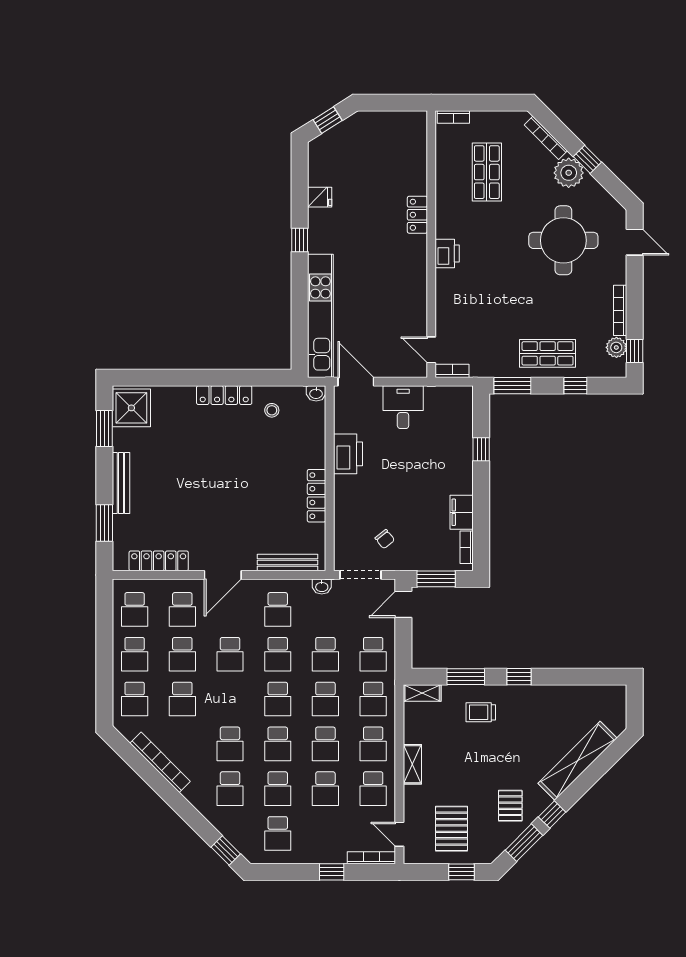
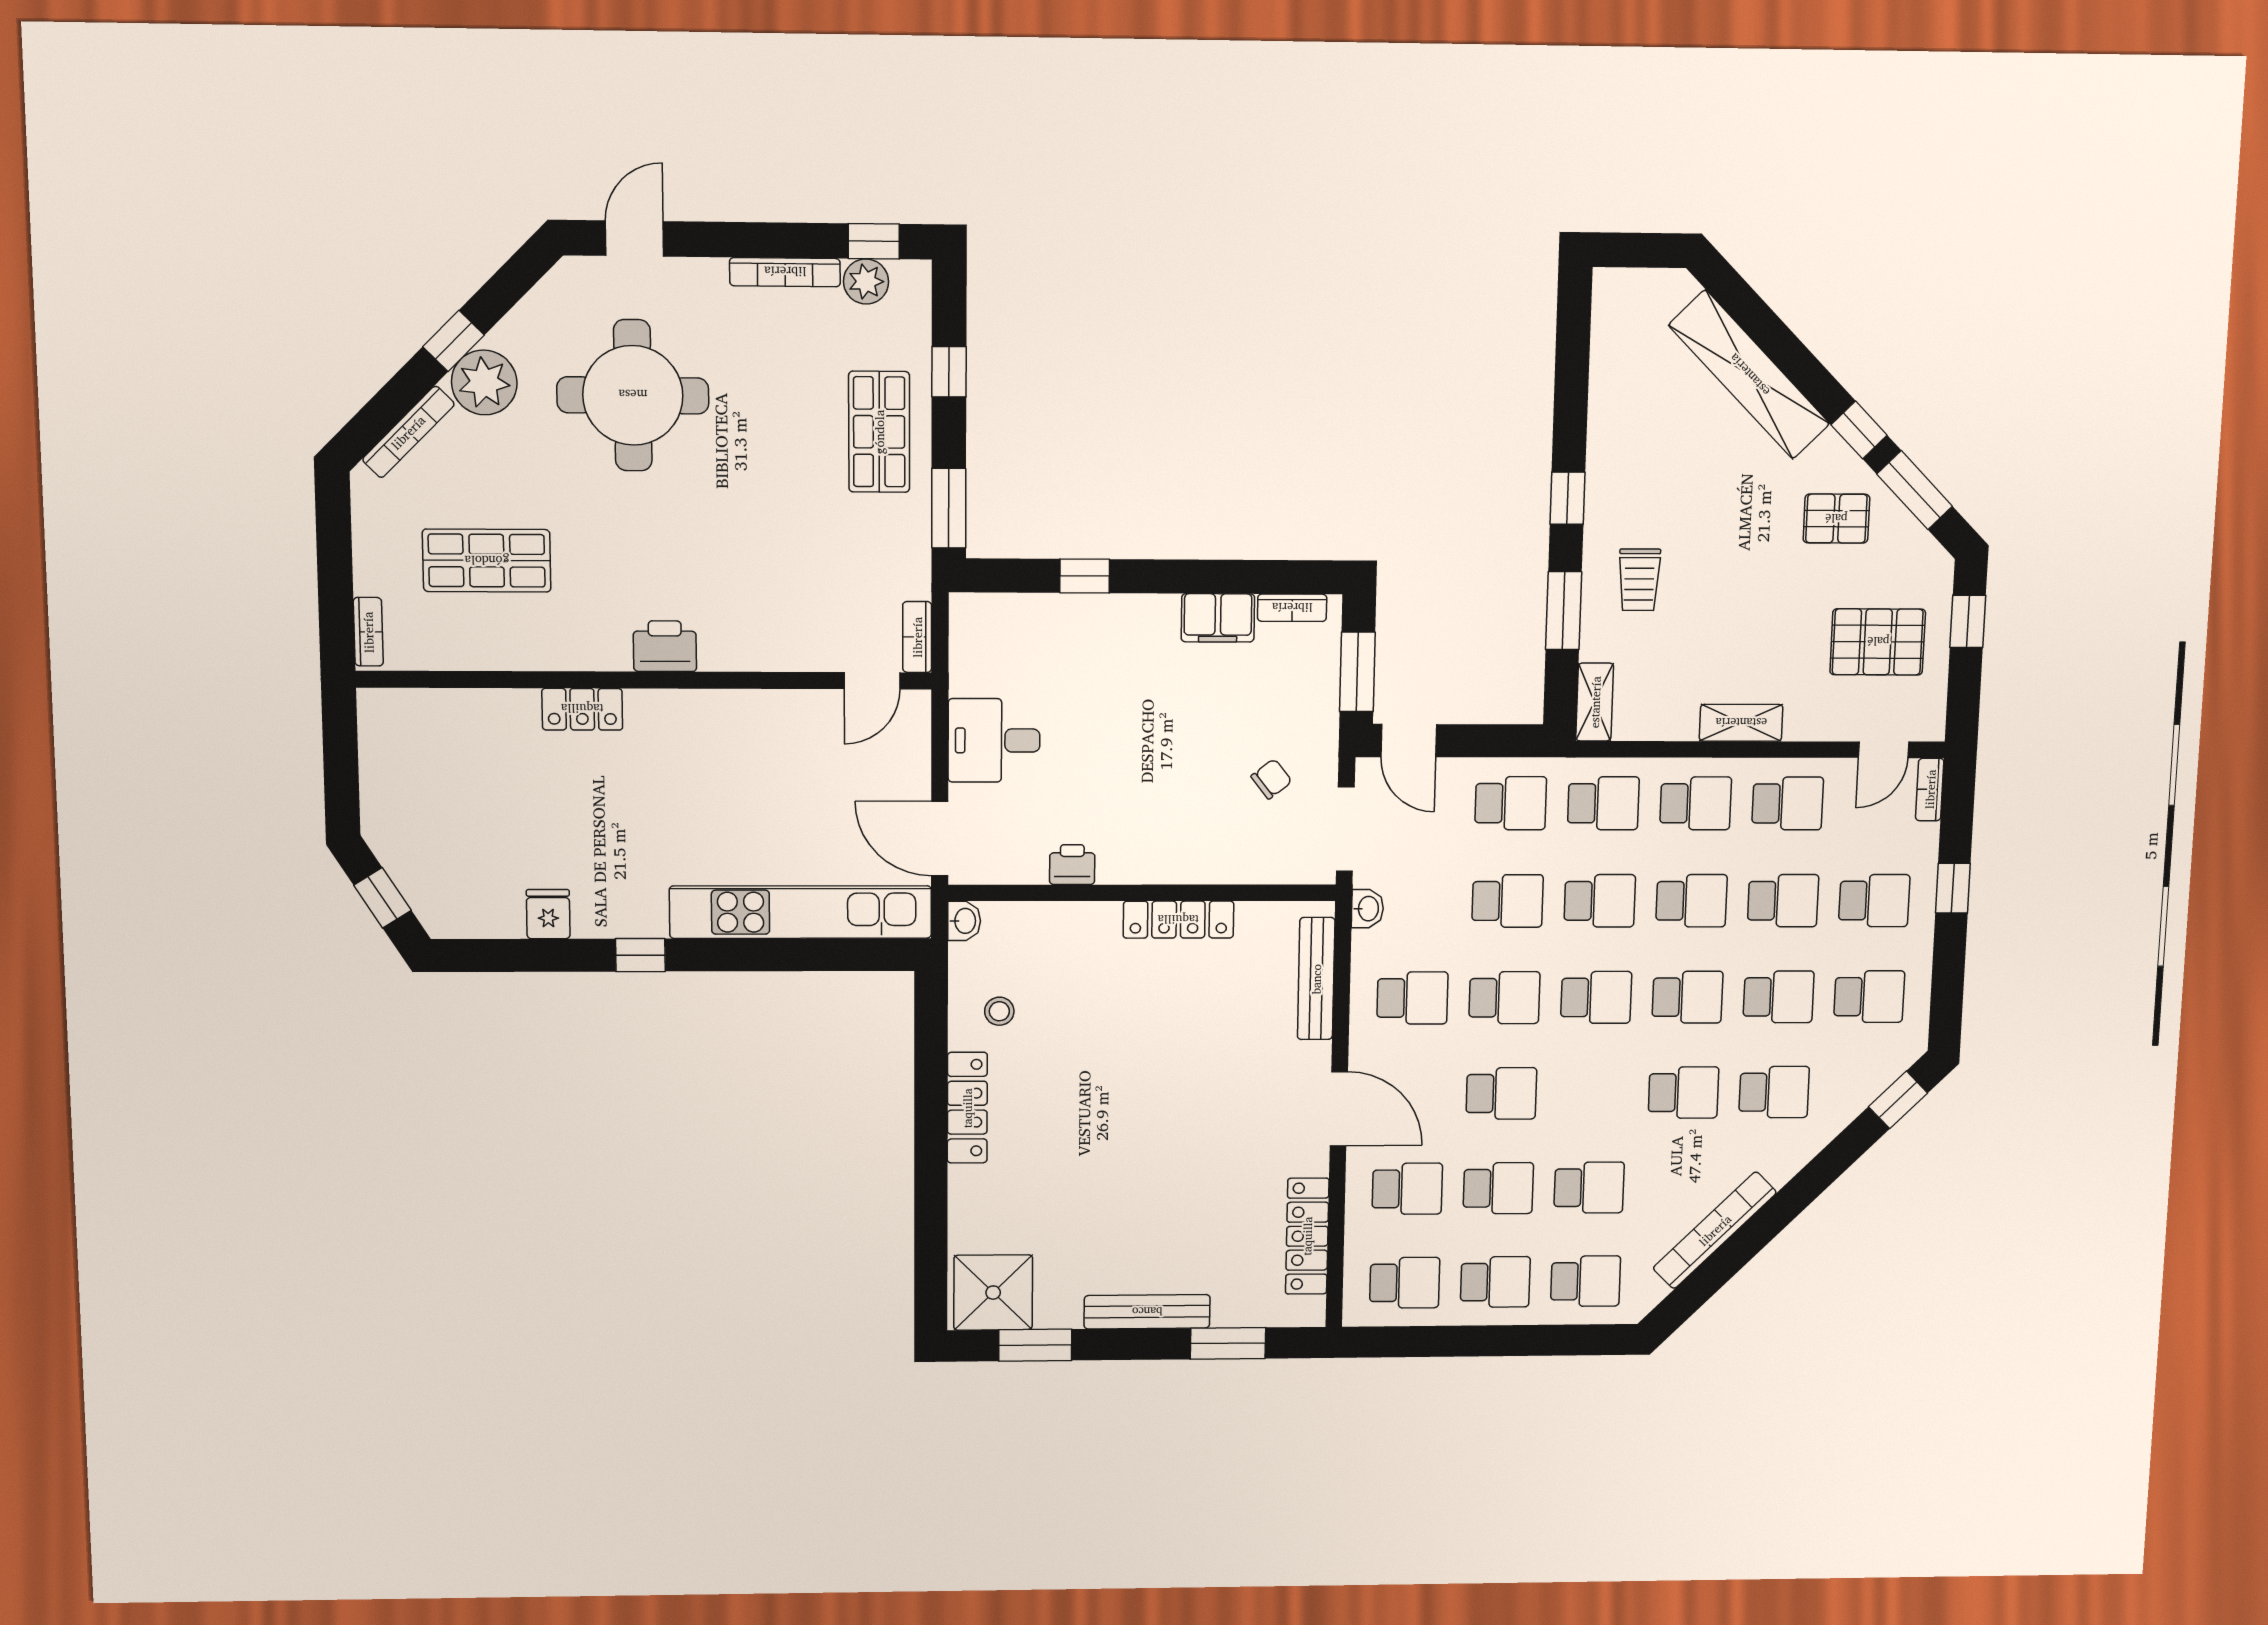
door: (356, 382) -> (940, 839), hinge flipped
printer: (348, 454) -> (1072, 865), width x0.53, depth x0.68
school desk: (325, 833) -> (1874, 901), added
bookcase: (371, 858) -> (1930, 789), width x0.64

